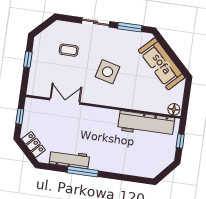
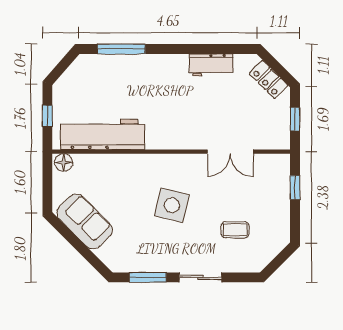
window: (28, 59) -> (295, 188), moved
sofa: (162, 64) -> (85, 221), width x0.73
workbench: (69, 159) -> (211, 65), width x0.73
window: (83, 172) -> (121, 49), moved

